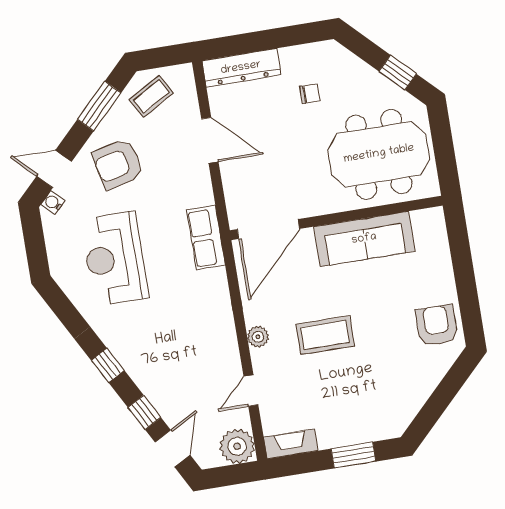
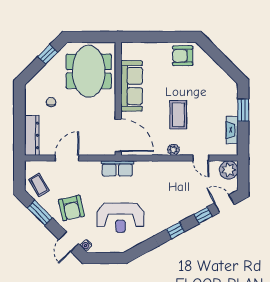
fireplace: (291, 444) -> (232, 130), moved

